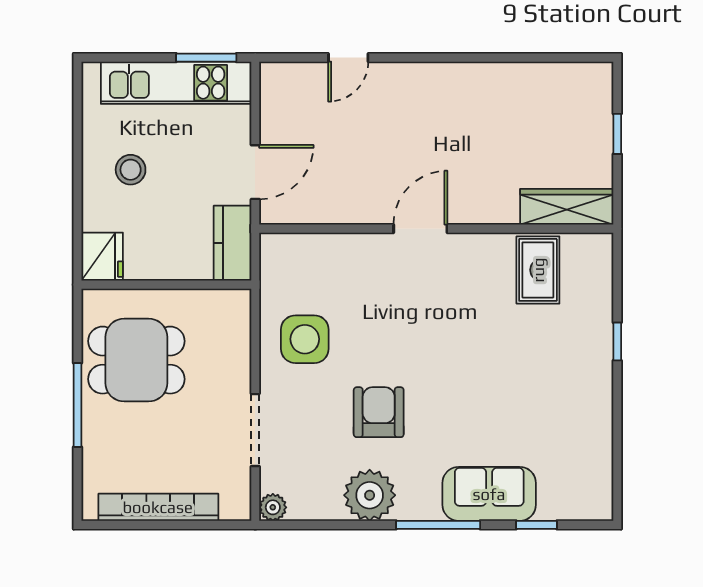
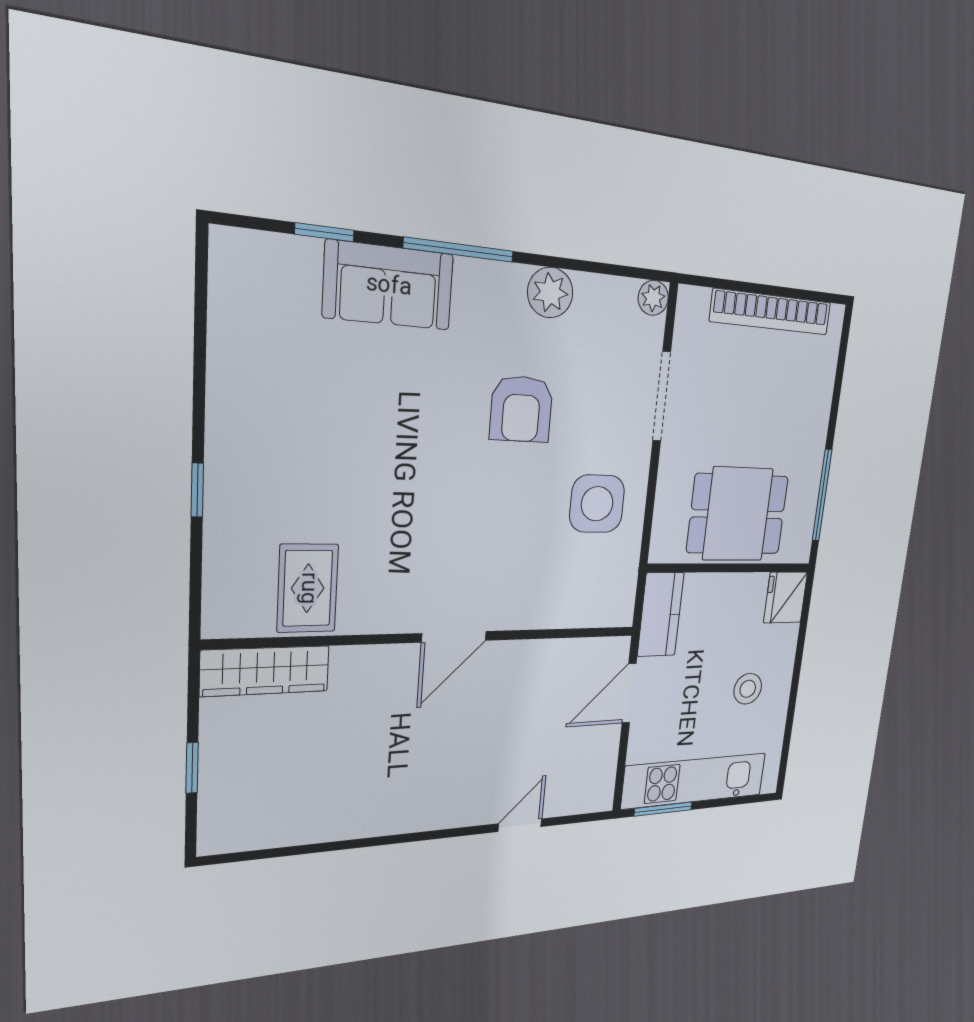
dining table: (136, 360) -> (738, 514), moved
window: (77, 405) -> (822, 495), moved
plant: (370, 495) -> (550, 293), width x0.73, depth x0.73

